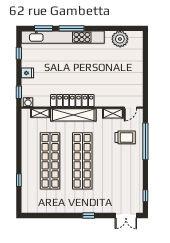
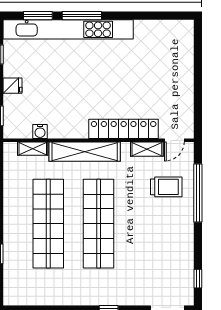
plant: (120, 39) -> (158, 32), removed
locker: (72, 100) -> (124, 129), moved
water cooler: (28, 102) -> (40, 132), moved

